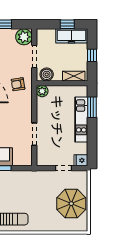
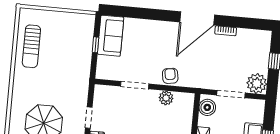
armchair: (18, 84) -> (170, 76), moved
plant: (42, 91) -> (166, 98), moved

